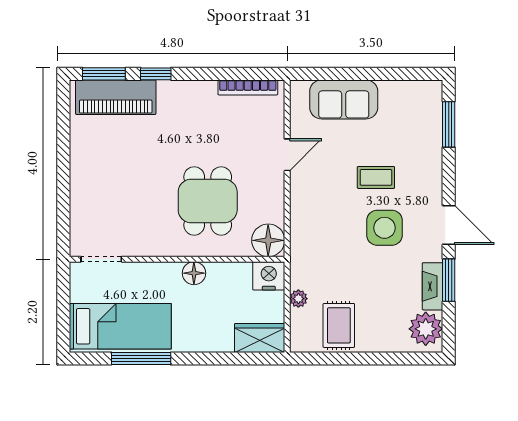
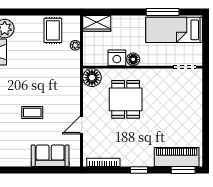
window: (156, 74) -> (139, 170), moved
side table: (384, 228) -> (27, 85), removed
nightstand: (269, 276) -> (117, 58), moved

